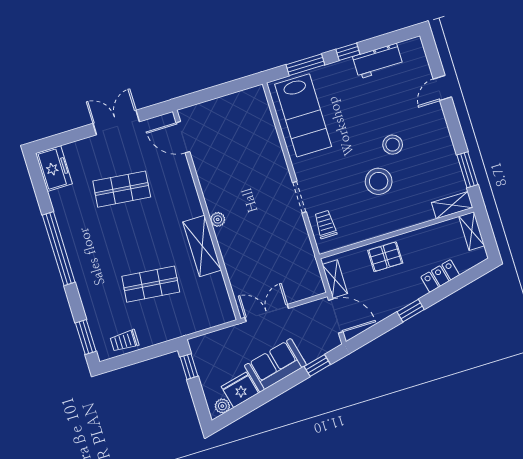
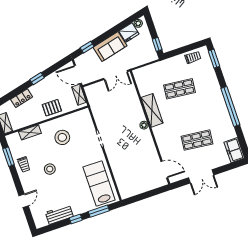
stool: (379, 181) -> (62, 137), moved
shelving: (452, 205) -> (30, 132), moved
trolley: (325, 224) -> (24, 165), moved

